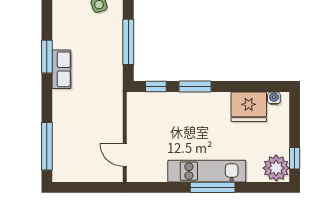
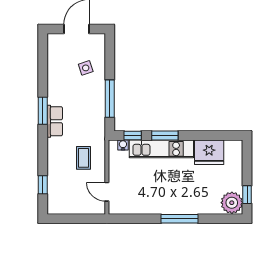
water cooler: (274, 98) -> (123, 145), moved
coffee table: (96, 114) -> (83, 158), added
window: (47, 146) -> (43, 185), width x0.46
kitchen unit: (207, 171) -> (161, 149), moved, turned 180

